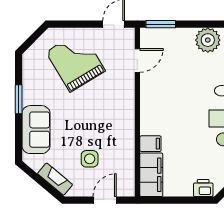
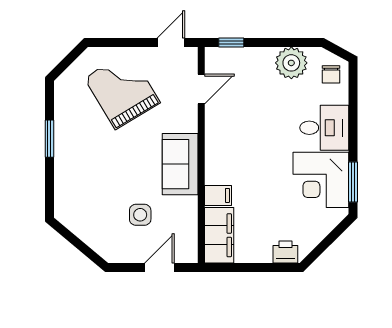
window: (161, 24) -> (231, 43), width x0.67
sofa: (36, 130) -> (180, 164), moved, turned 180
fireplace: (55, 179) -> (96, 241), removed

